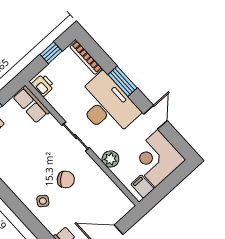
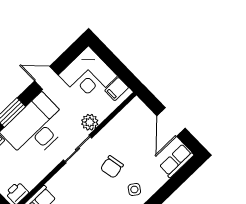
sliding door: (76, 137) -> (78, 149), moved
chair: (66, 179) -> (112, 167), turned -149

